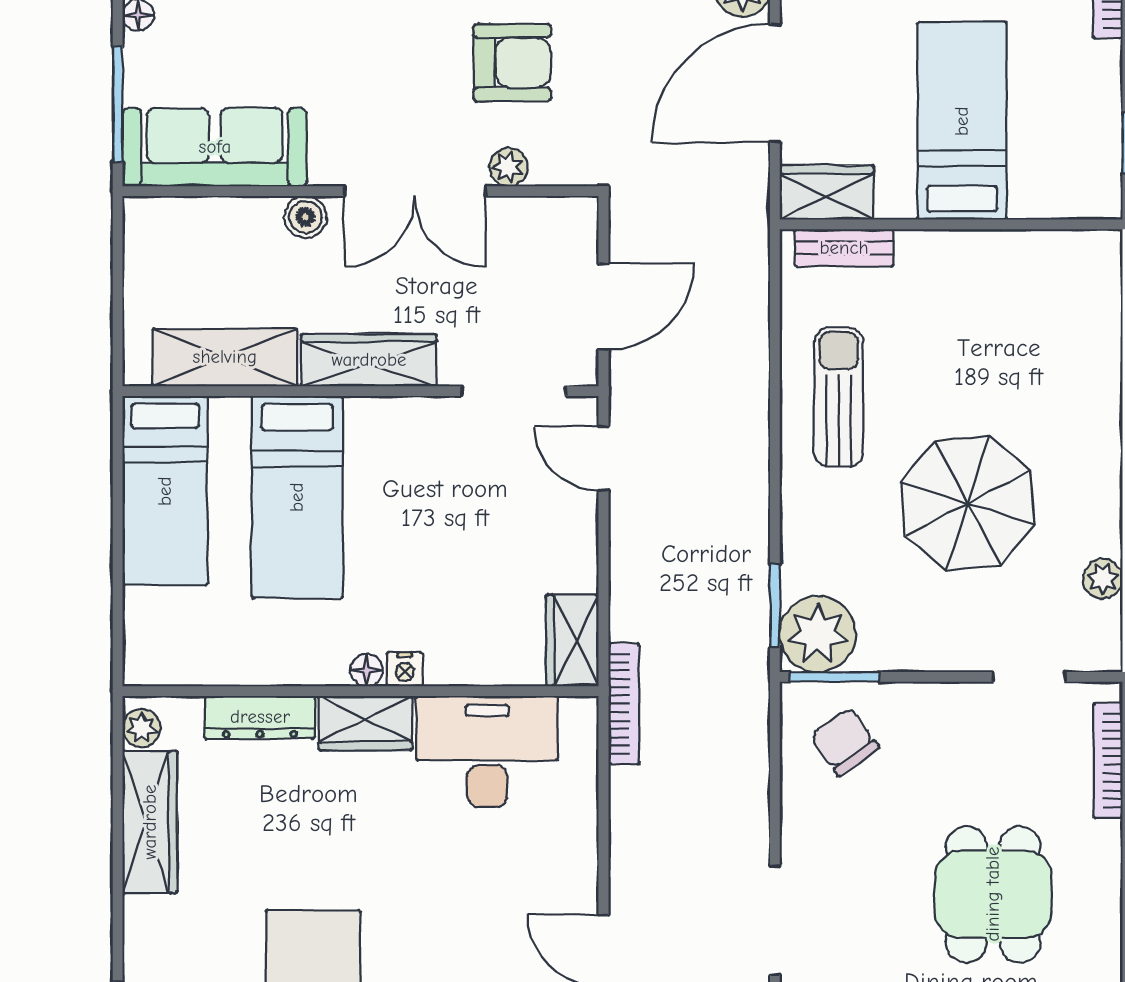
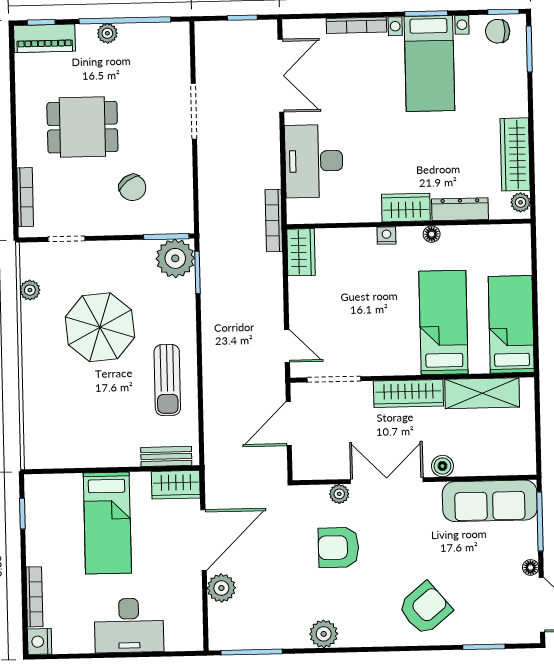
floor lamp: (367, 670) -> (432, 234), moved
chair: (845, 742) -> (133, 188), moved
desk: (487, 752) -> (314, 161), moved, turned 90
dining table: (993, 894) -> (82, 127), turned 90

